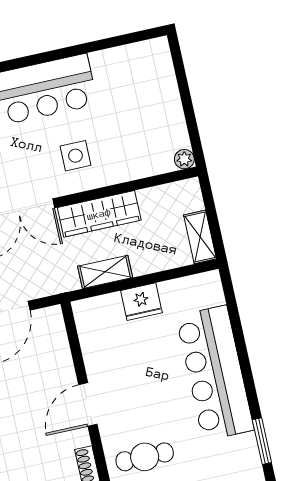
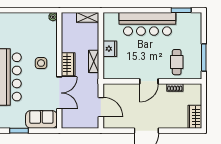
wardrobe: (99, 214) -> (68, 64), width x0.67
door: (88, 404) -> (149, 81), hinge flipped

